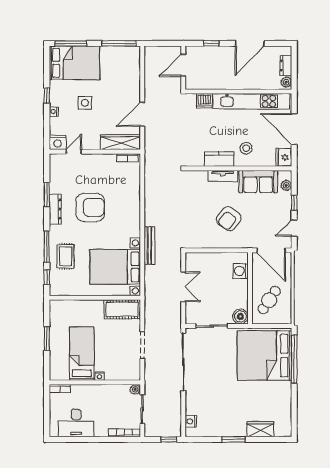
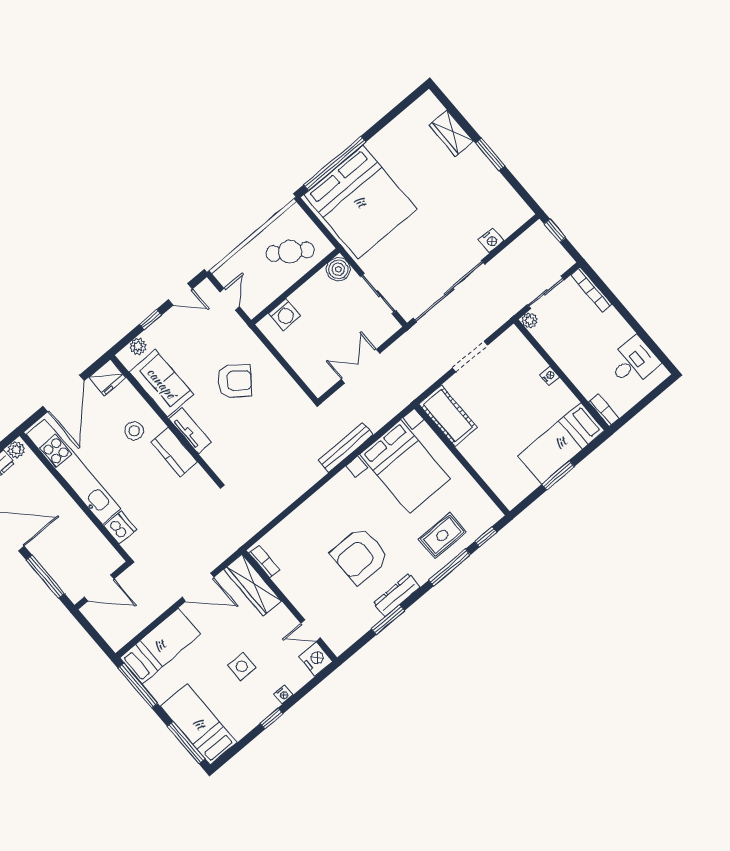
window: (211, 43) -> (45, 577), width x2.17
bed: (74, 63) -> (199, 724), width x0.67
bed: (129, 71) -> (160, 646), added
armchair: (90, 207) -> (360, 555), turned -90
door: (271, 250) -> (230, 299), width x0.53
bed: (82, 354) -> (561, 443), moved
nightstand: (191, 421) -> (491, 240), moved
desk: (76, 423) -> (633, 362), width x0.73

